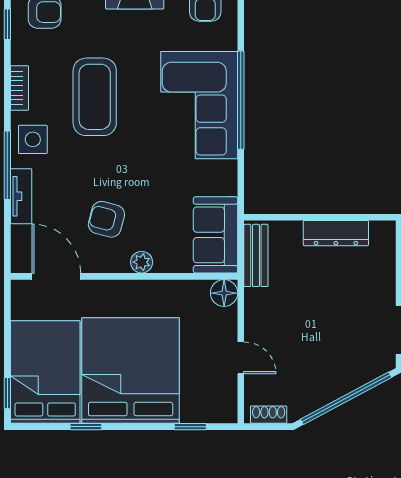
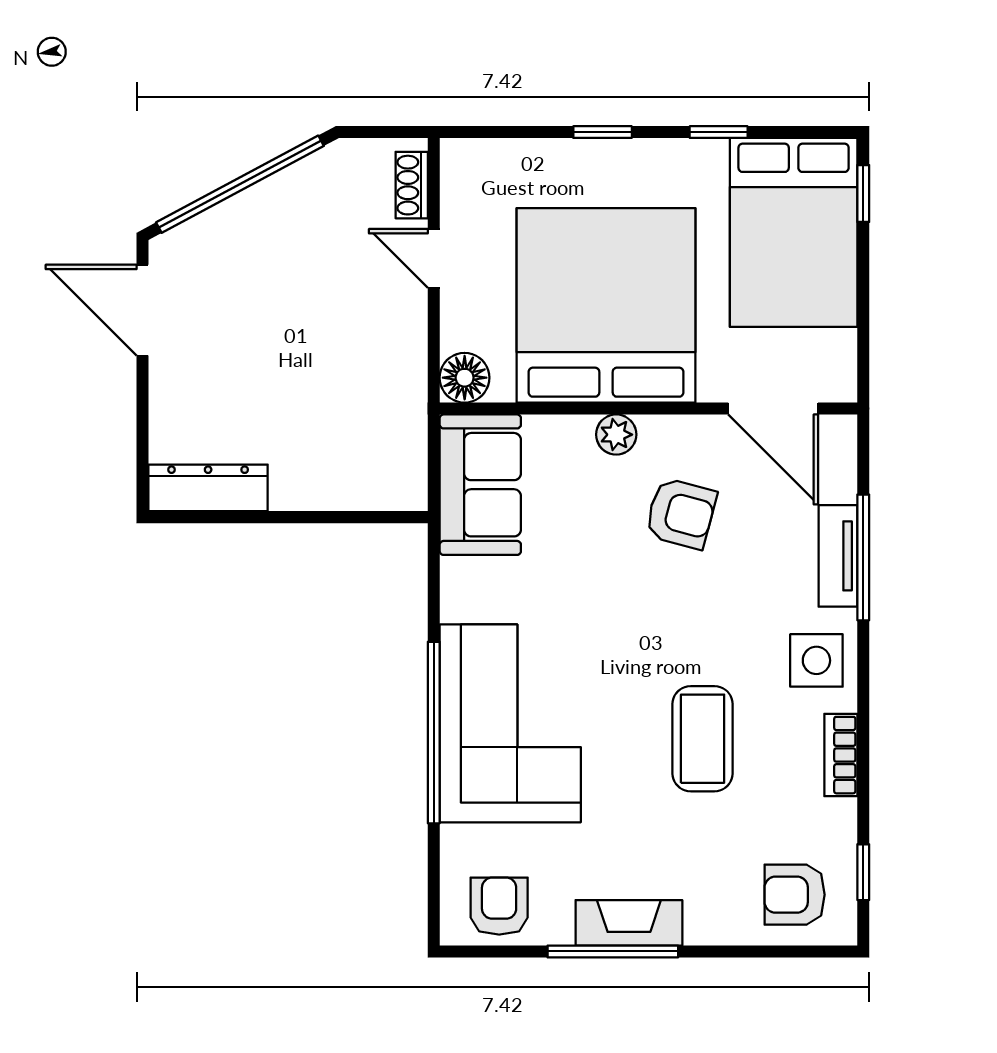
coffee table: (95, 97) -> (703, 739), width x0.73, depth x0.76
window: (7, 165) -> (863, 557), moved
dresser: (336, 233) -> (208, 488), moved
bench: (256, 255) -> (406, 447), removed
bed: (131, 371) -> (606, 305), moved, turned 180
shoe rack: (269, 415) -> (412, 185), moved, turned 90
window: (190, 427) -> (603, 132), moved

